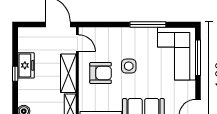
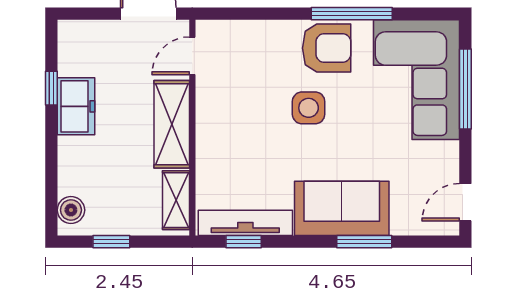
door: (77, 43) -> (192, 56), swing flipped
armchair: (101, 73) -> (327, 48), moved
window: (15, 74) -> (51, 88), moved

